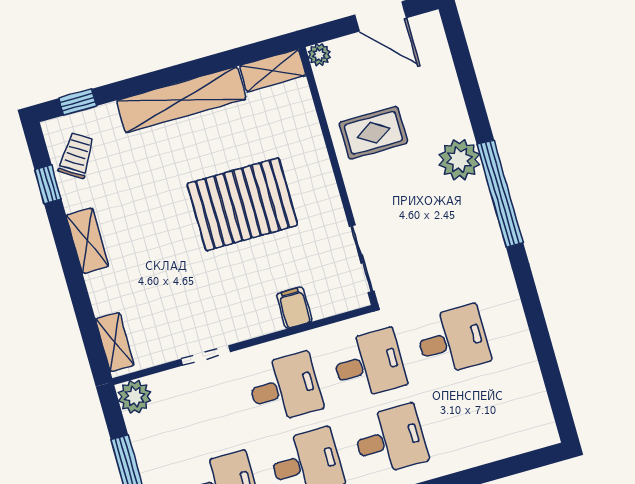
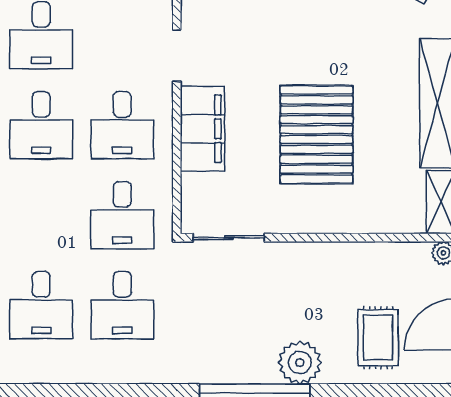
rug: (373, 133) -> (378, 338), moved
filing cabinet: (294, 308) -> (202, 129), width x3.00, depth x1.17
desk: (390, 440) -> (41, 305), moved

